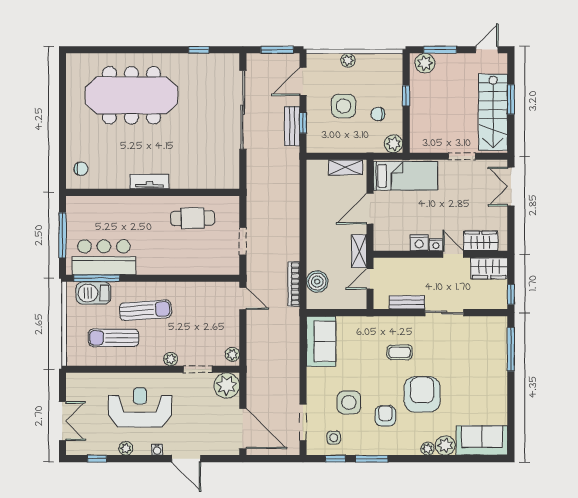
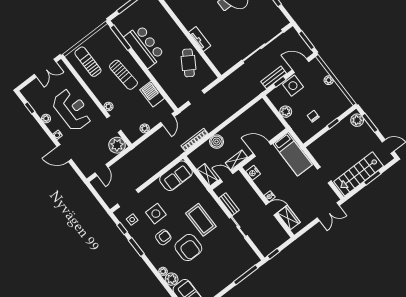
side table: (343, 106) -> (293, 86), moved
plant: (394, 144) -> (286, 112), moved
shelving: (346, 167) -> (207, 175), moved
tv unit: (149, 182) -> (200, 39), moved
double door: (511, 187) -> (328, 212), swing flipped
cafe table: (193, 218) -> (188, 63), turned 33
nightstand: (419, 243) -> (253, 173), moved
door: (453, 254) -> (271, 209), hinge flipped
bar counter: (104, 257) -> (144, 46), moved
wardrobe: (489, 268) -> (278, 232), removed
boiler: (317, 282) -> (217, 142), moved
barbecue: (93, 293) -> (152, 94), moved
sun lounger: (113, 338) -> (88, 62), moved
coffee table: (400, 352) -> (201, 220), width x1.86, depth x1.72
plant: (232, 354) -> (145, 128), moved
armchair: (422, 394) -> (188, 248), turned 90
double door: (62, 421) -> (45, 68), moved
door: (243, 429) -> (101, 170), width x0.53
door: (186, 459) -> (64, 153), hinge flipped

